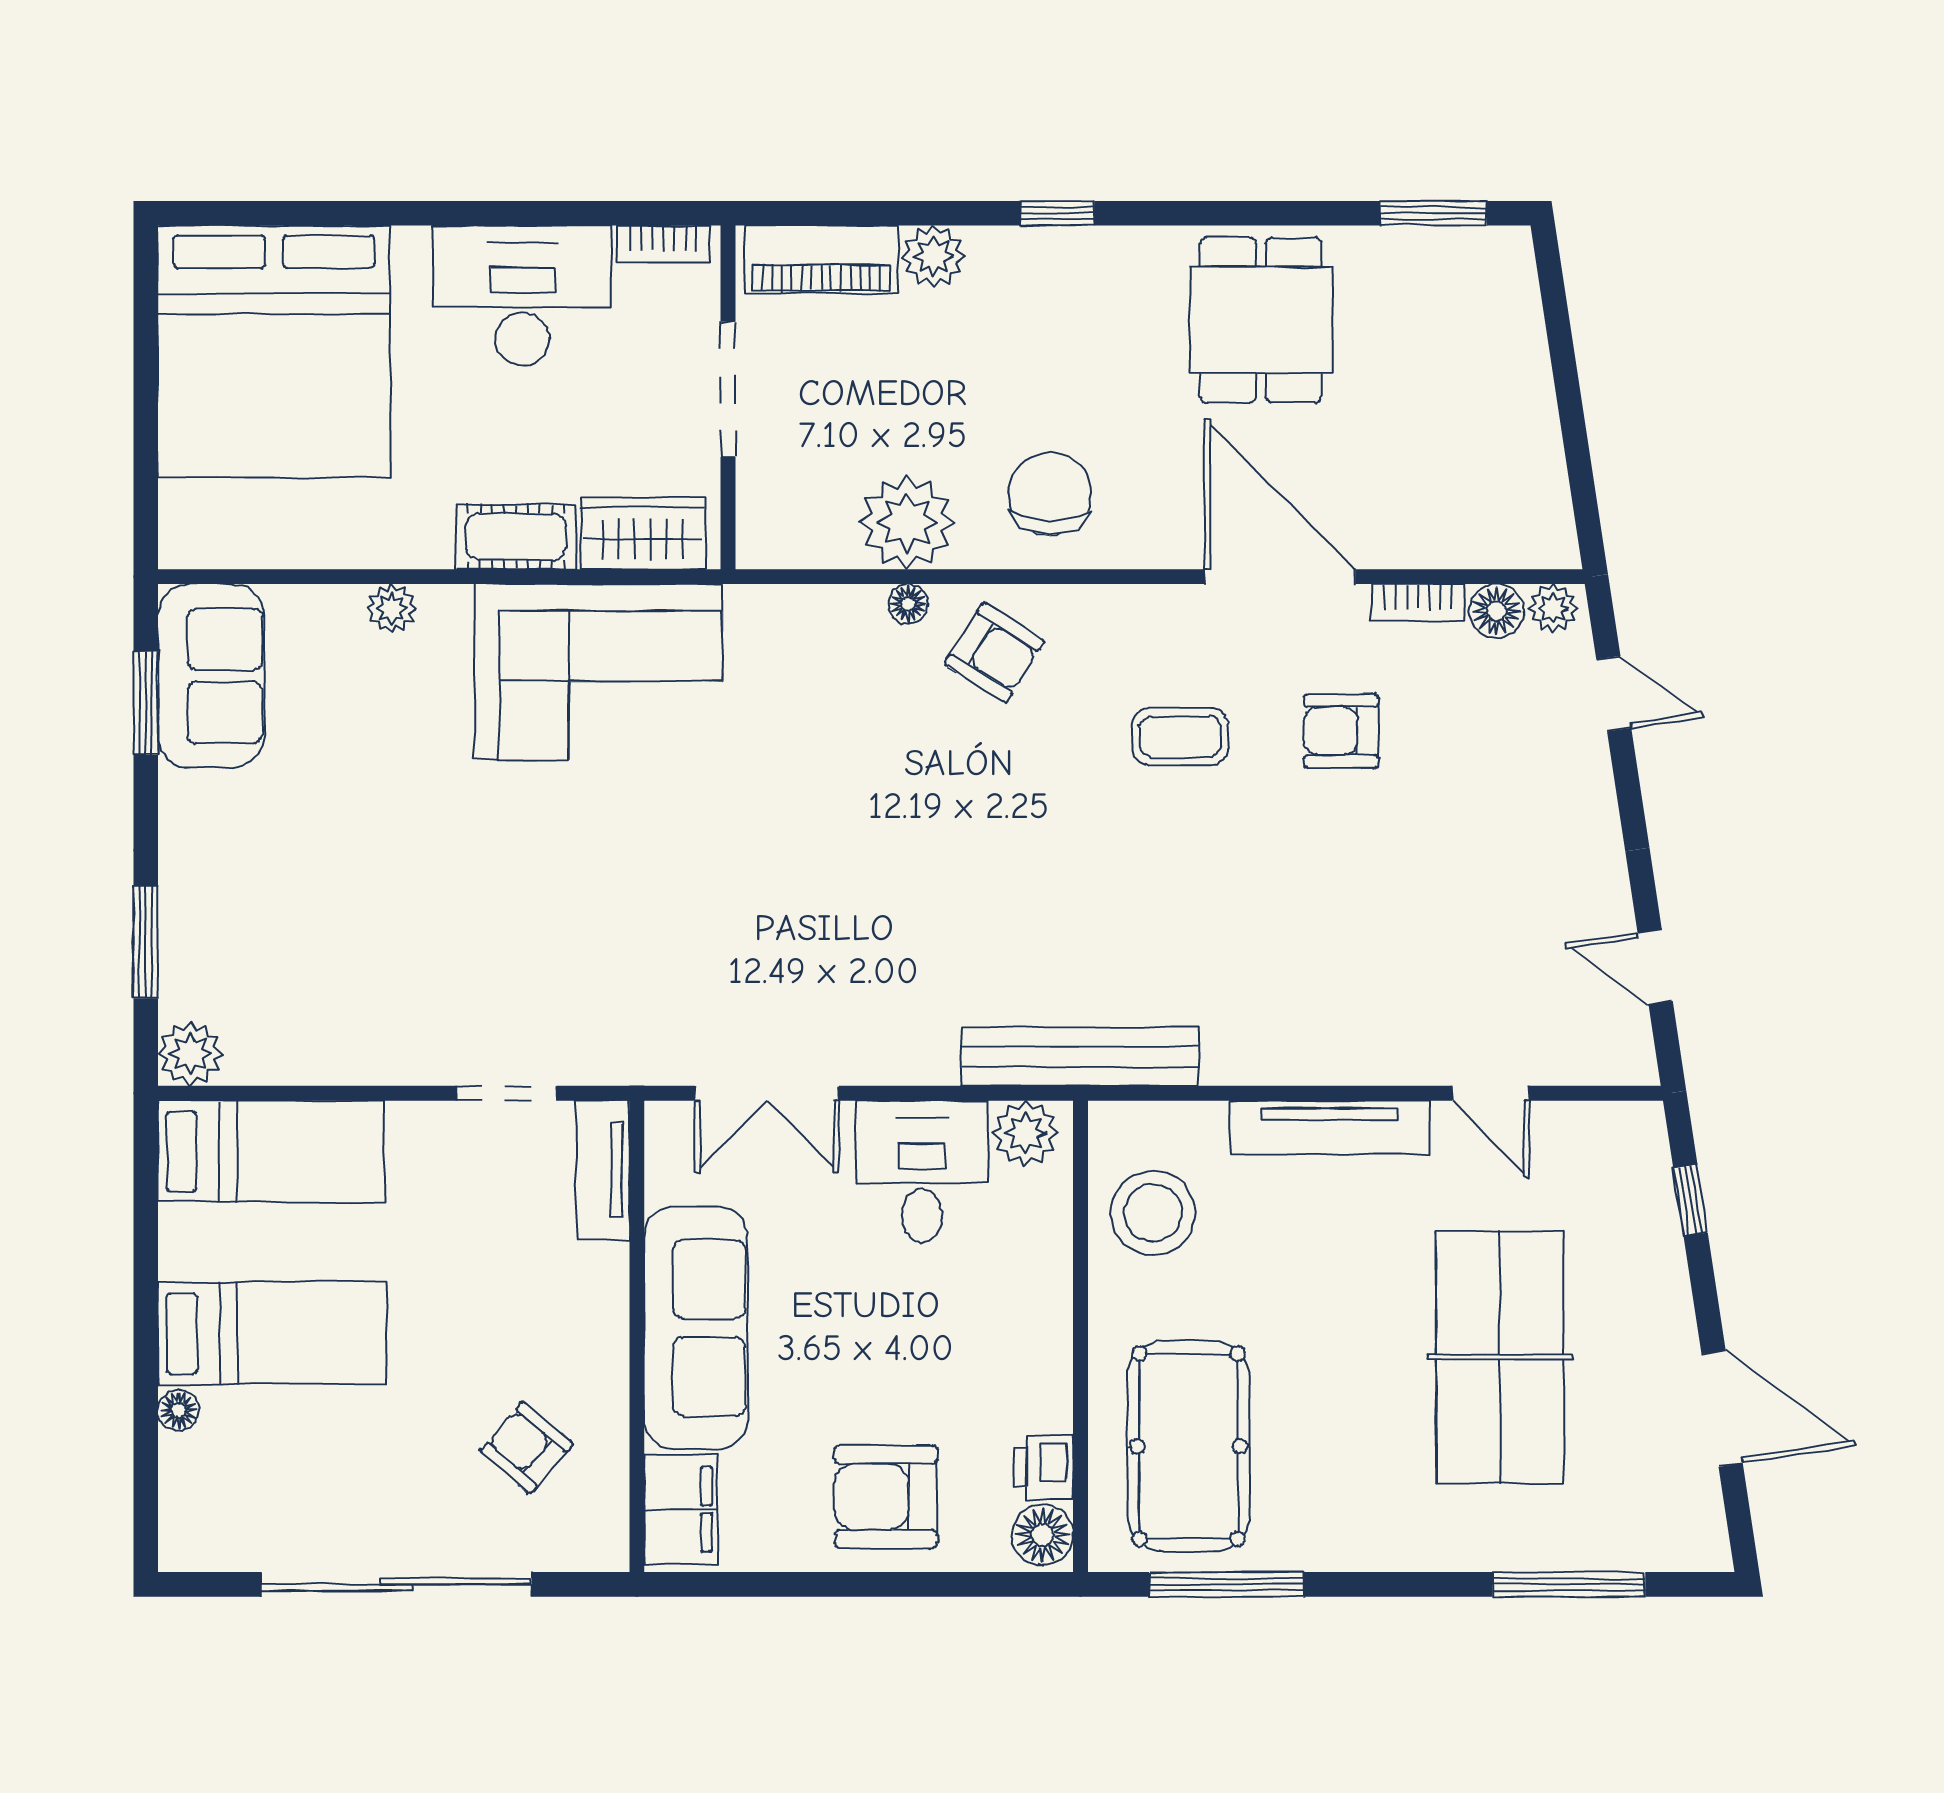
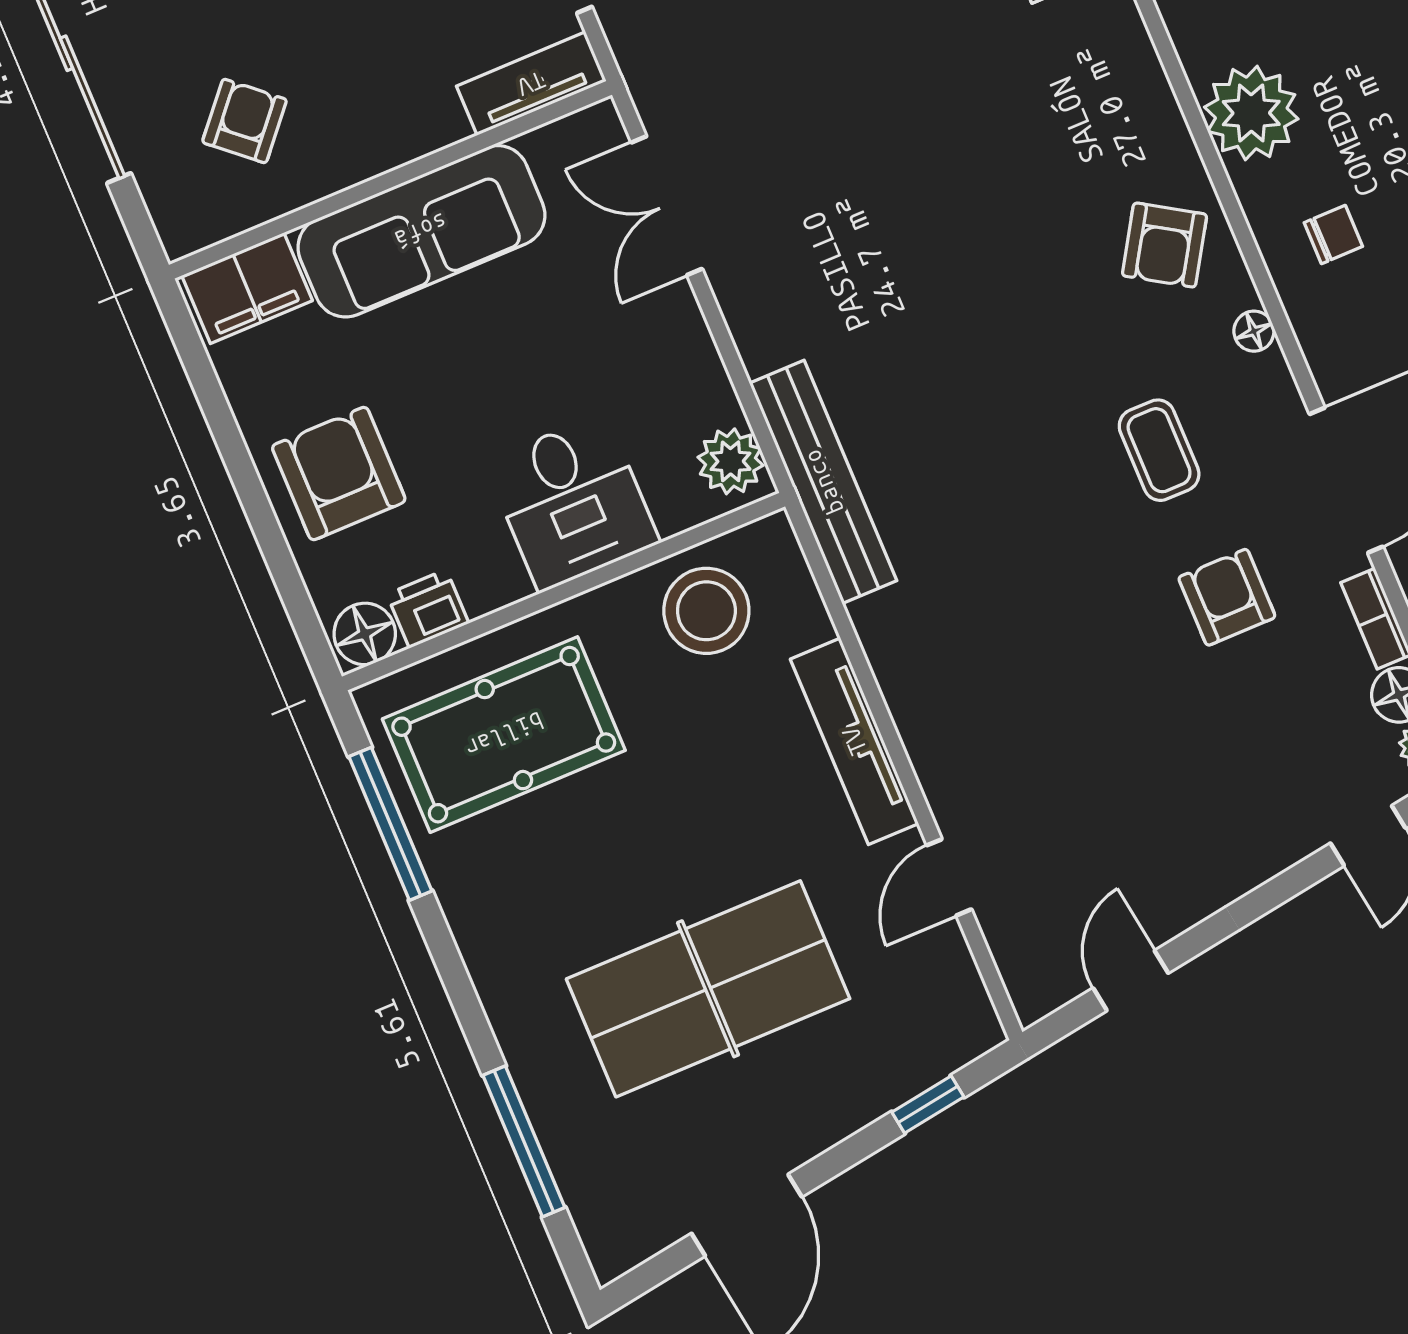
chair: (1050, 494) -> (1333, 234), width x0.54, depth x0.54
floor lamp: (908, 604) -> (1254, 331), moved
desk: (922, 1172) -> (572, 502), moved, turned 90

